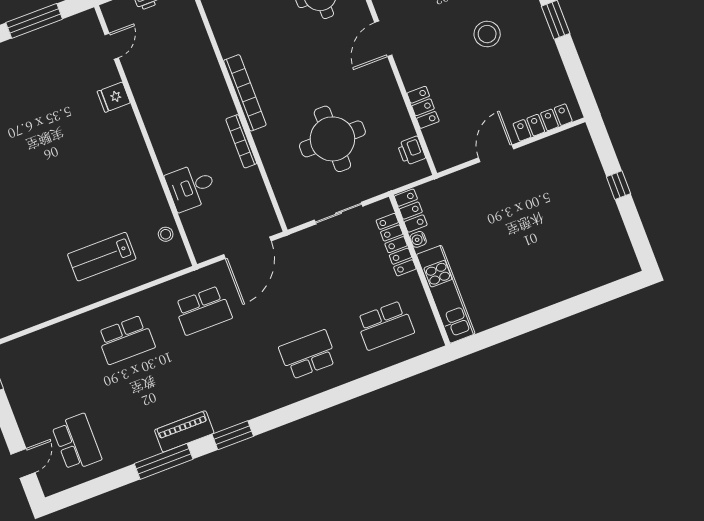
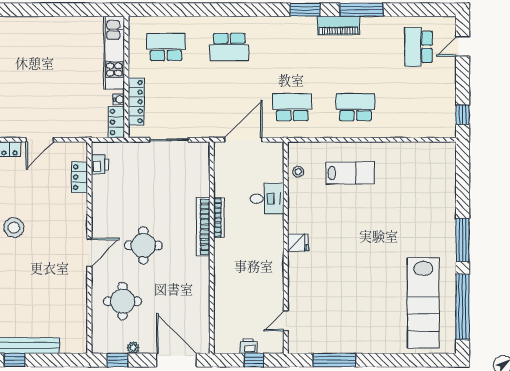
bookcase: (245, 93) -> (203, 227), moved
fridge: (114, 97) -> (298, 243), moved
locker: (423, 107) -> (80, 177), moved
round table: (332, 139) -> (143, 245), moved, width x0.73, depth x0.73

